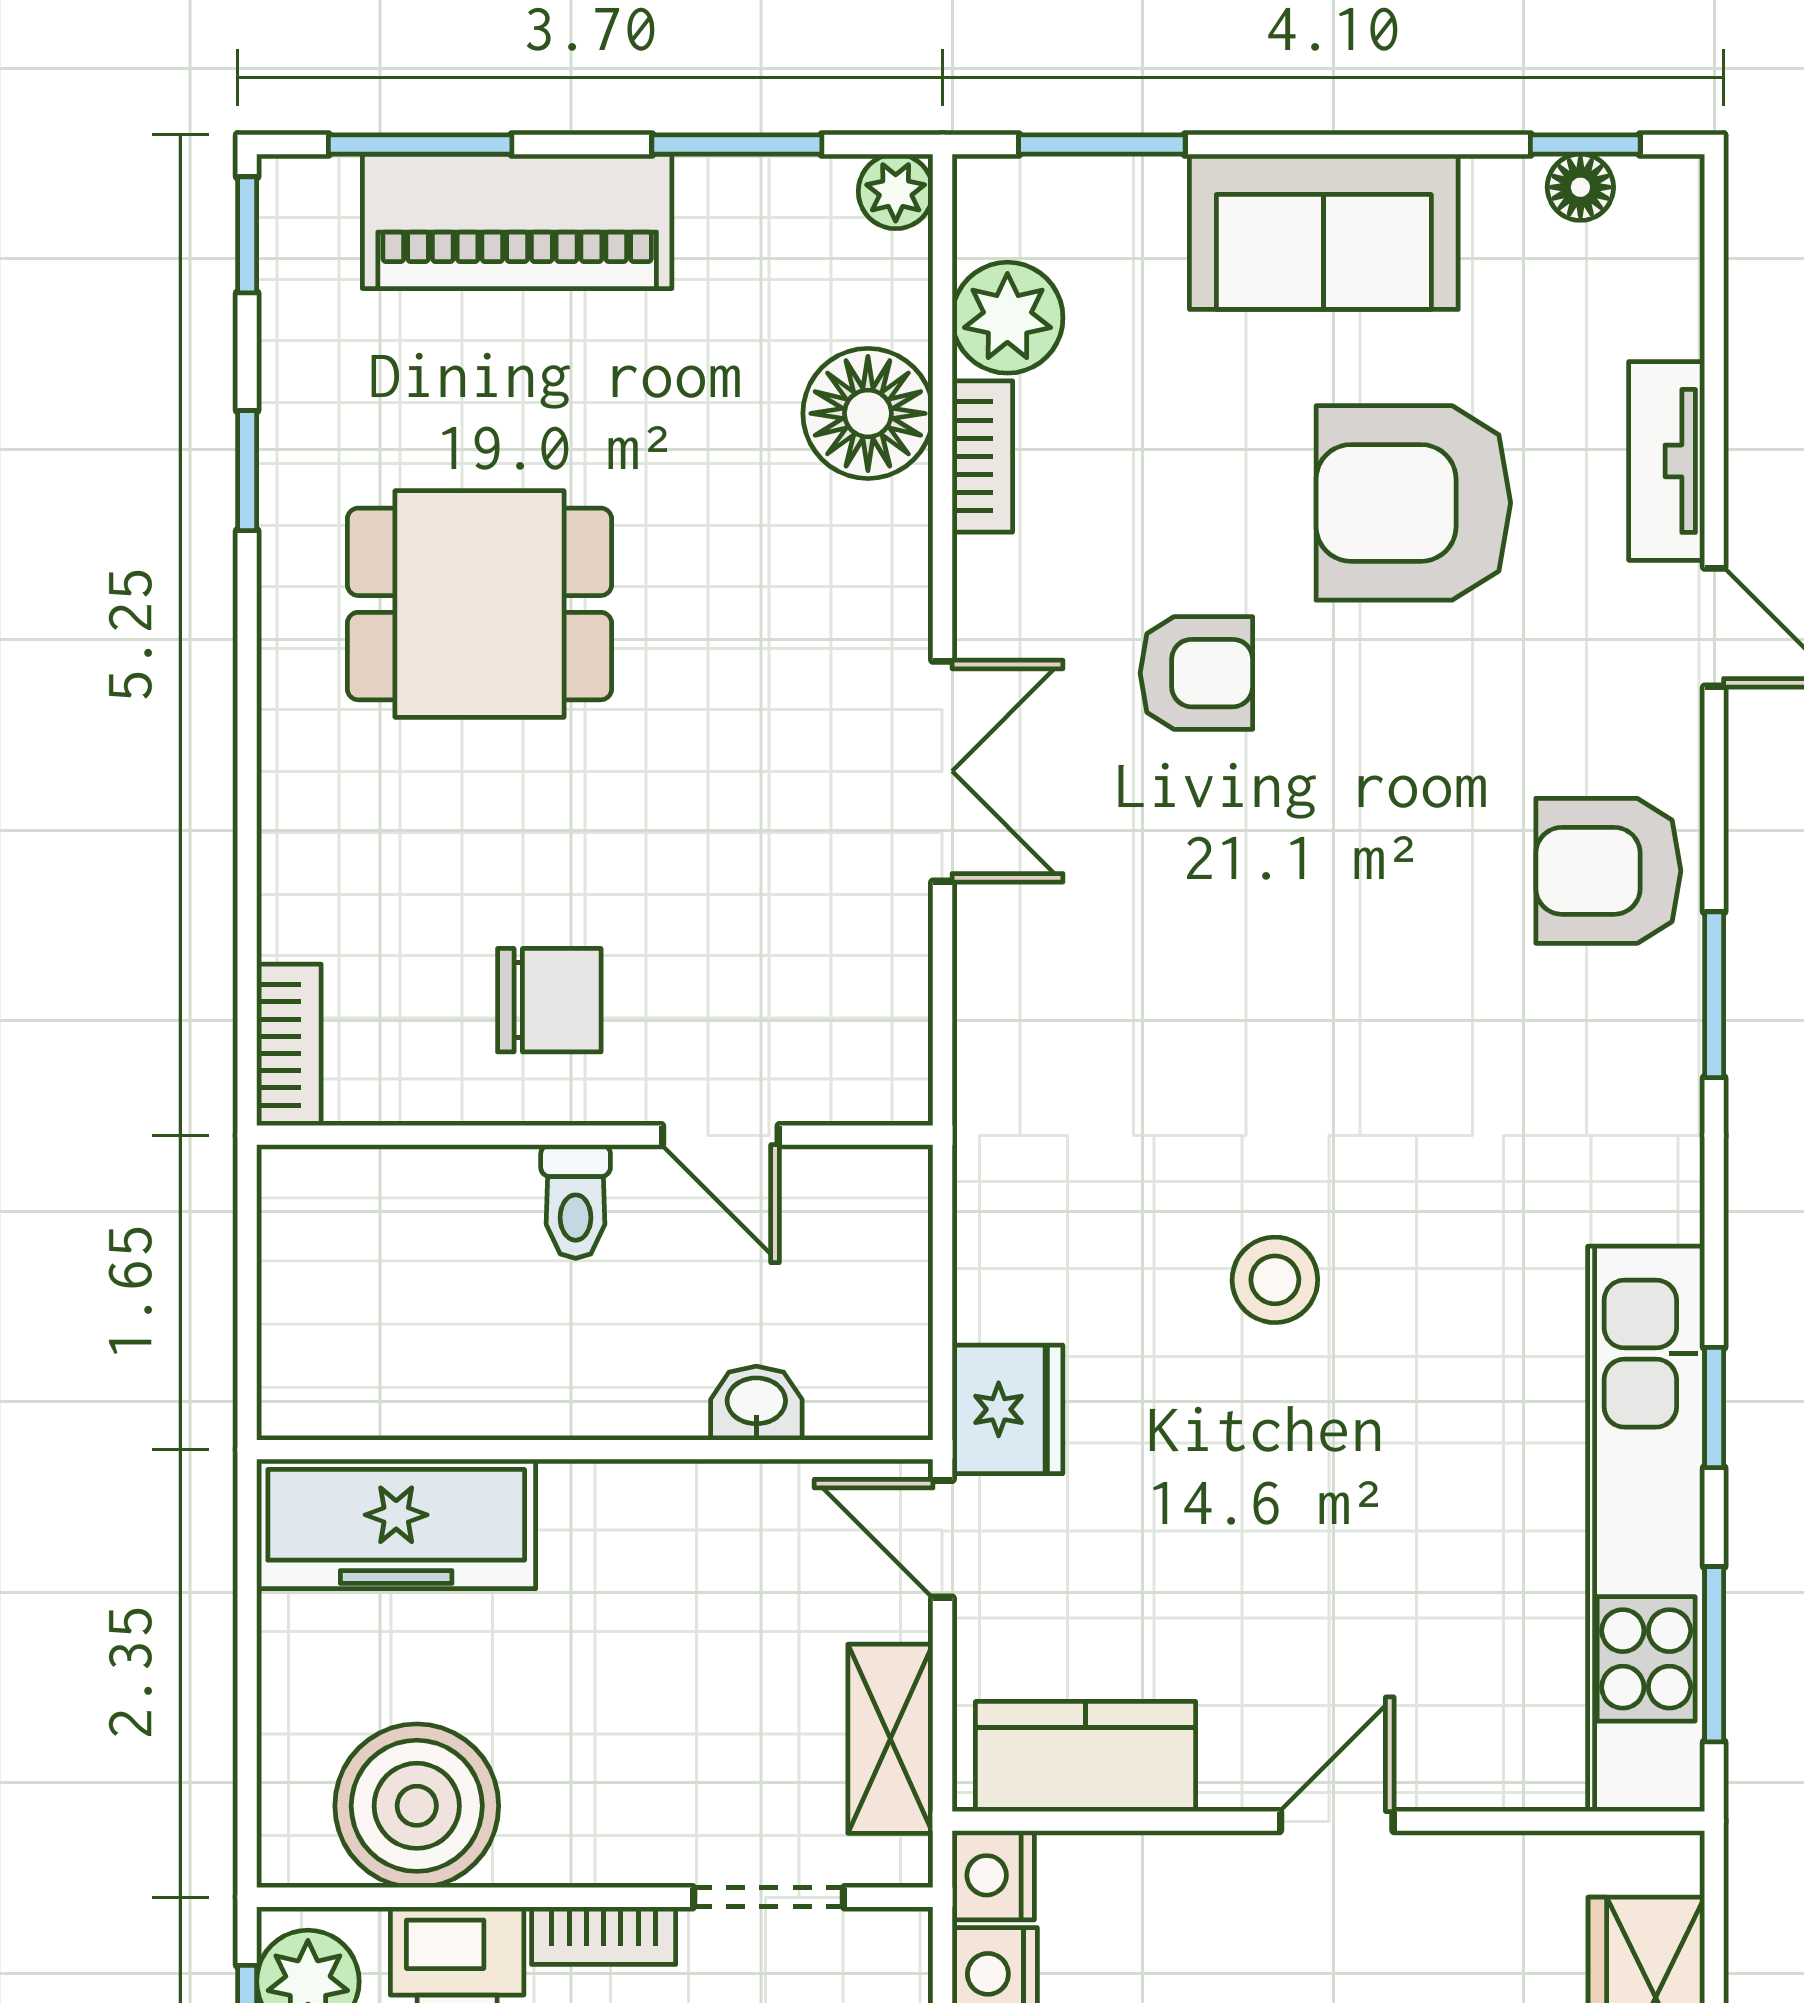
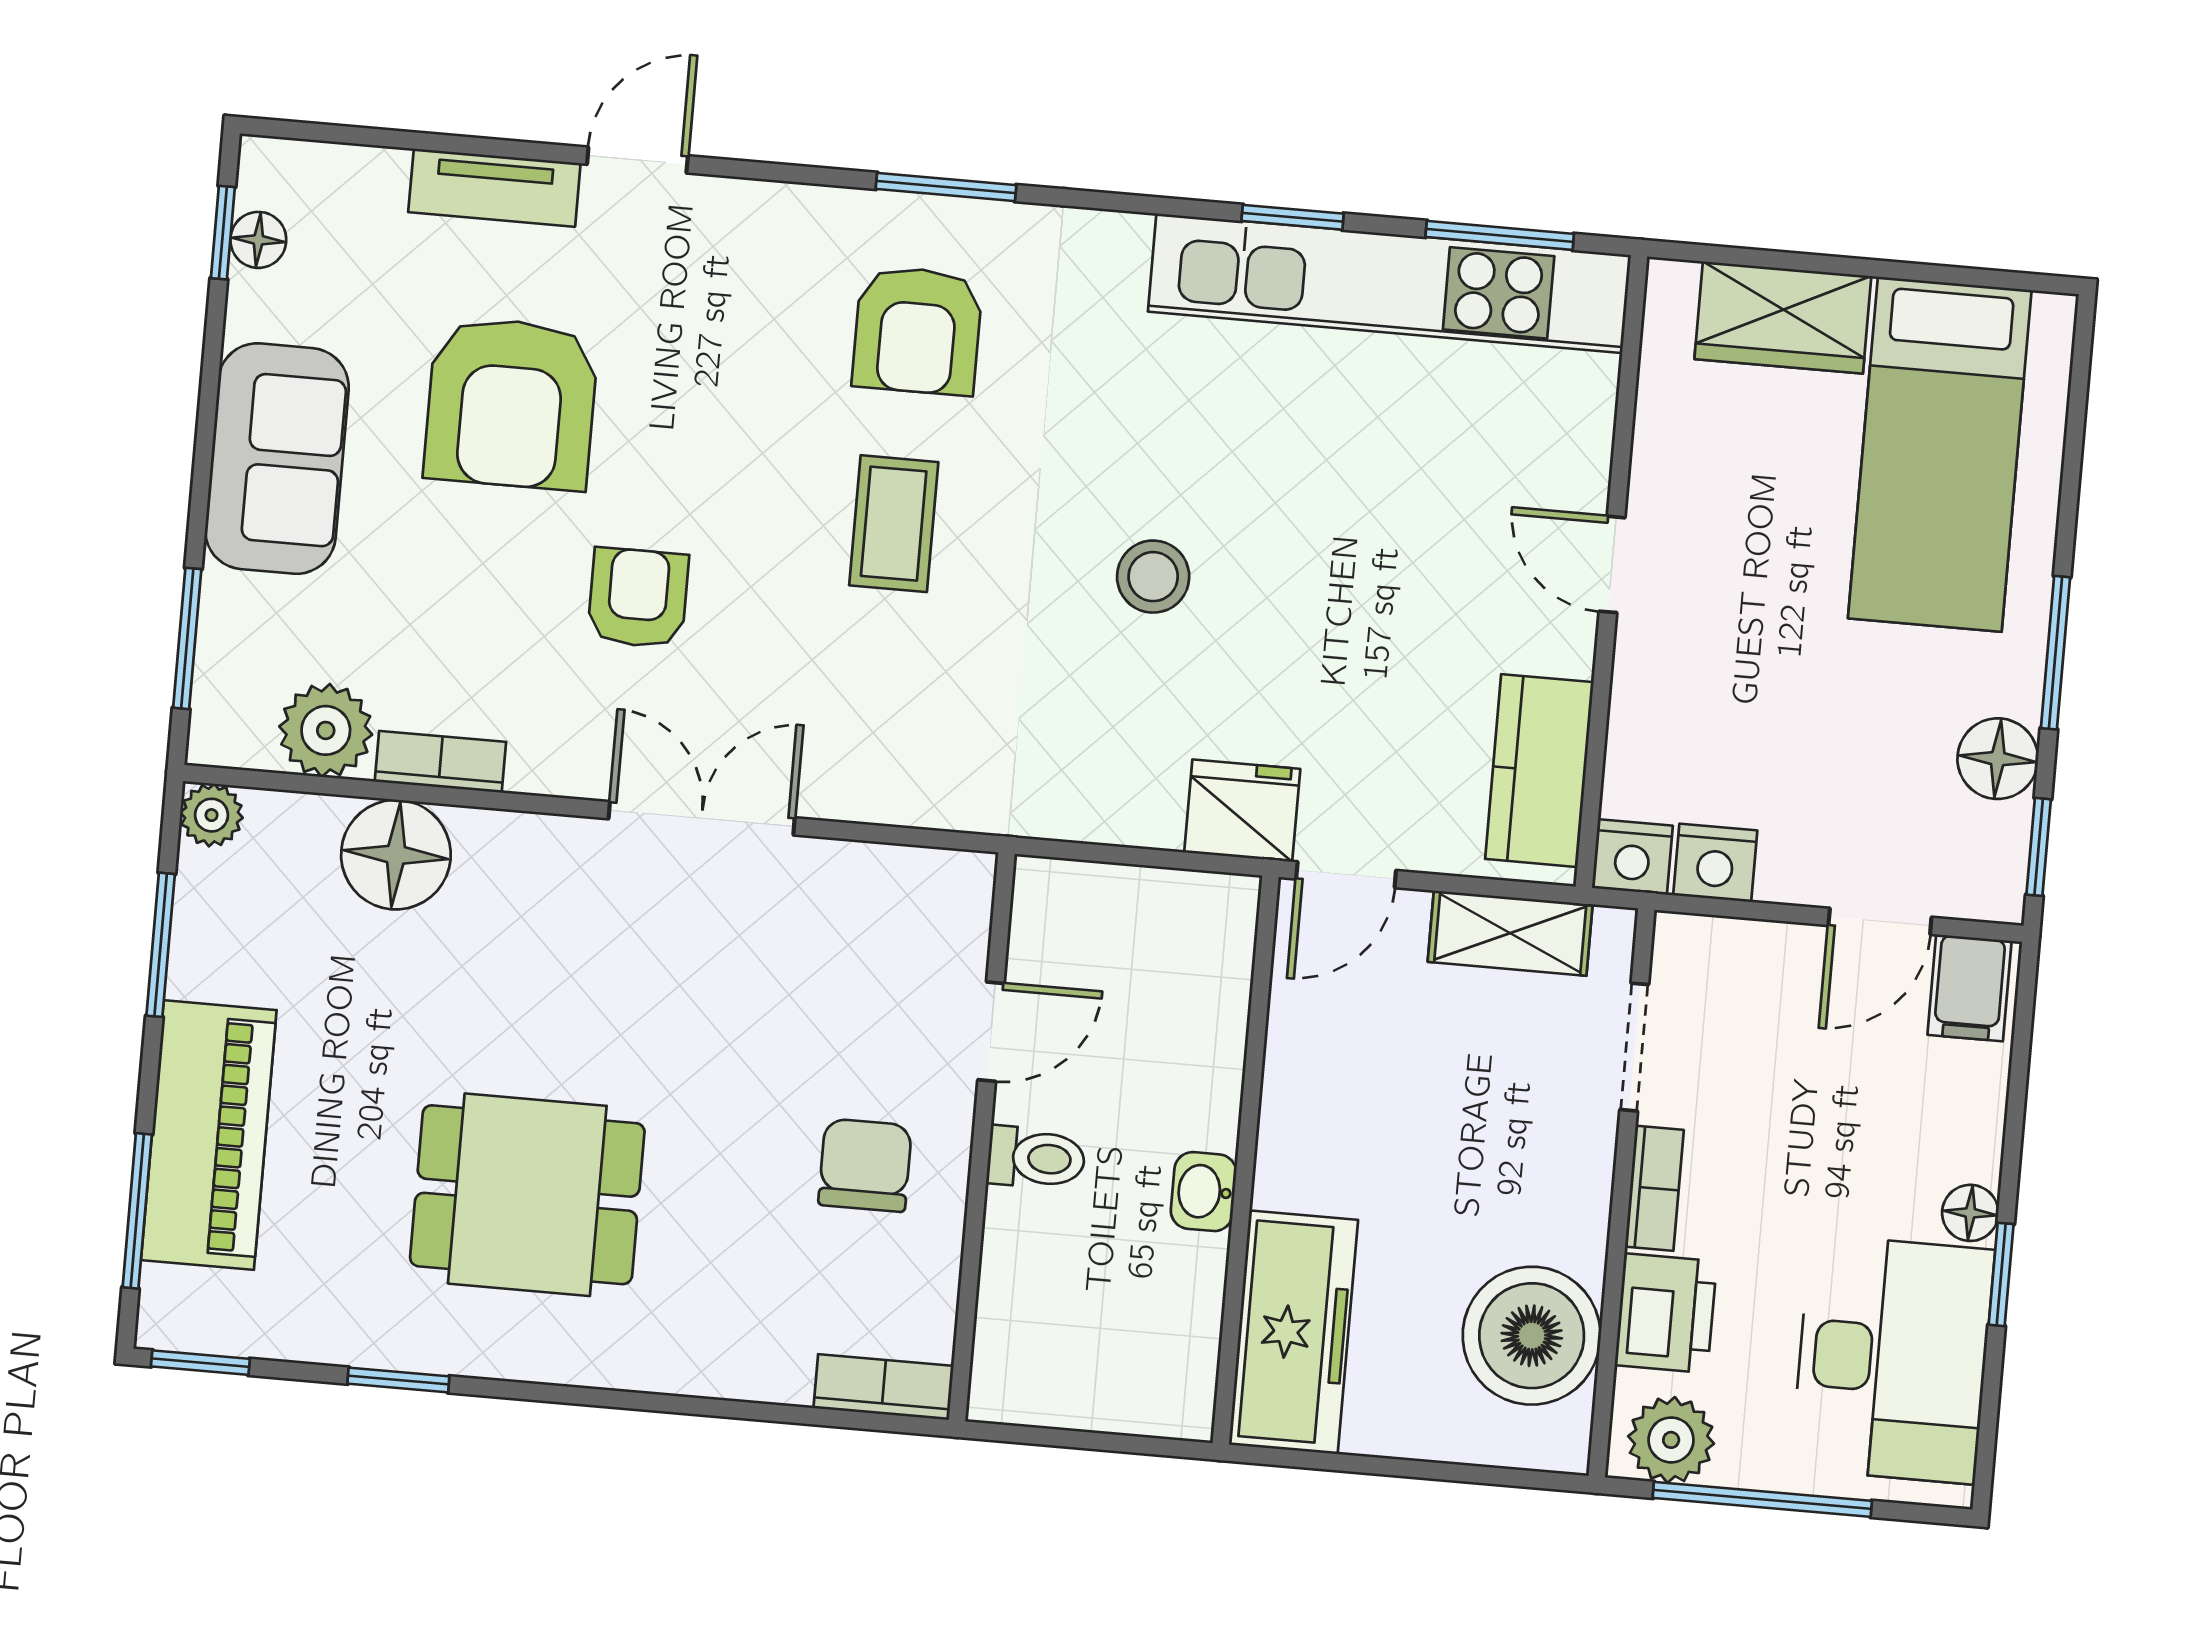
dining table: (479, 604) -> (527, 1195), turned 90
armchair: (1608, 871) -> (917, 331), moved
coffee table: (1311, 968) -> (894, 524), added
washbasin: (756, 1403) -> (1204, 1192), moved

